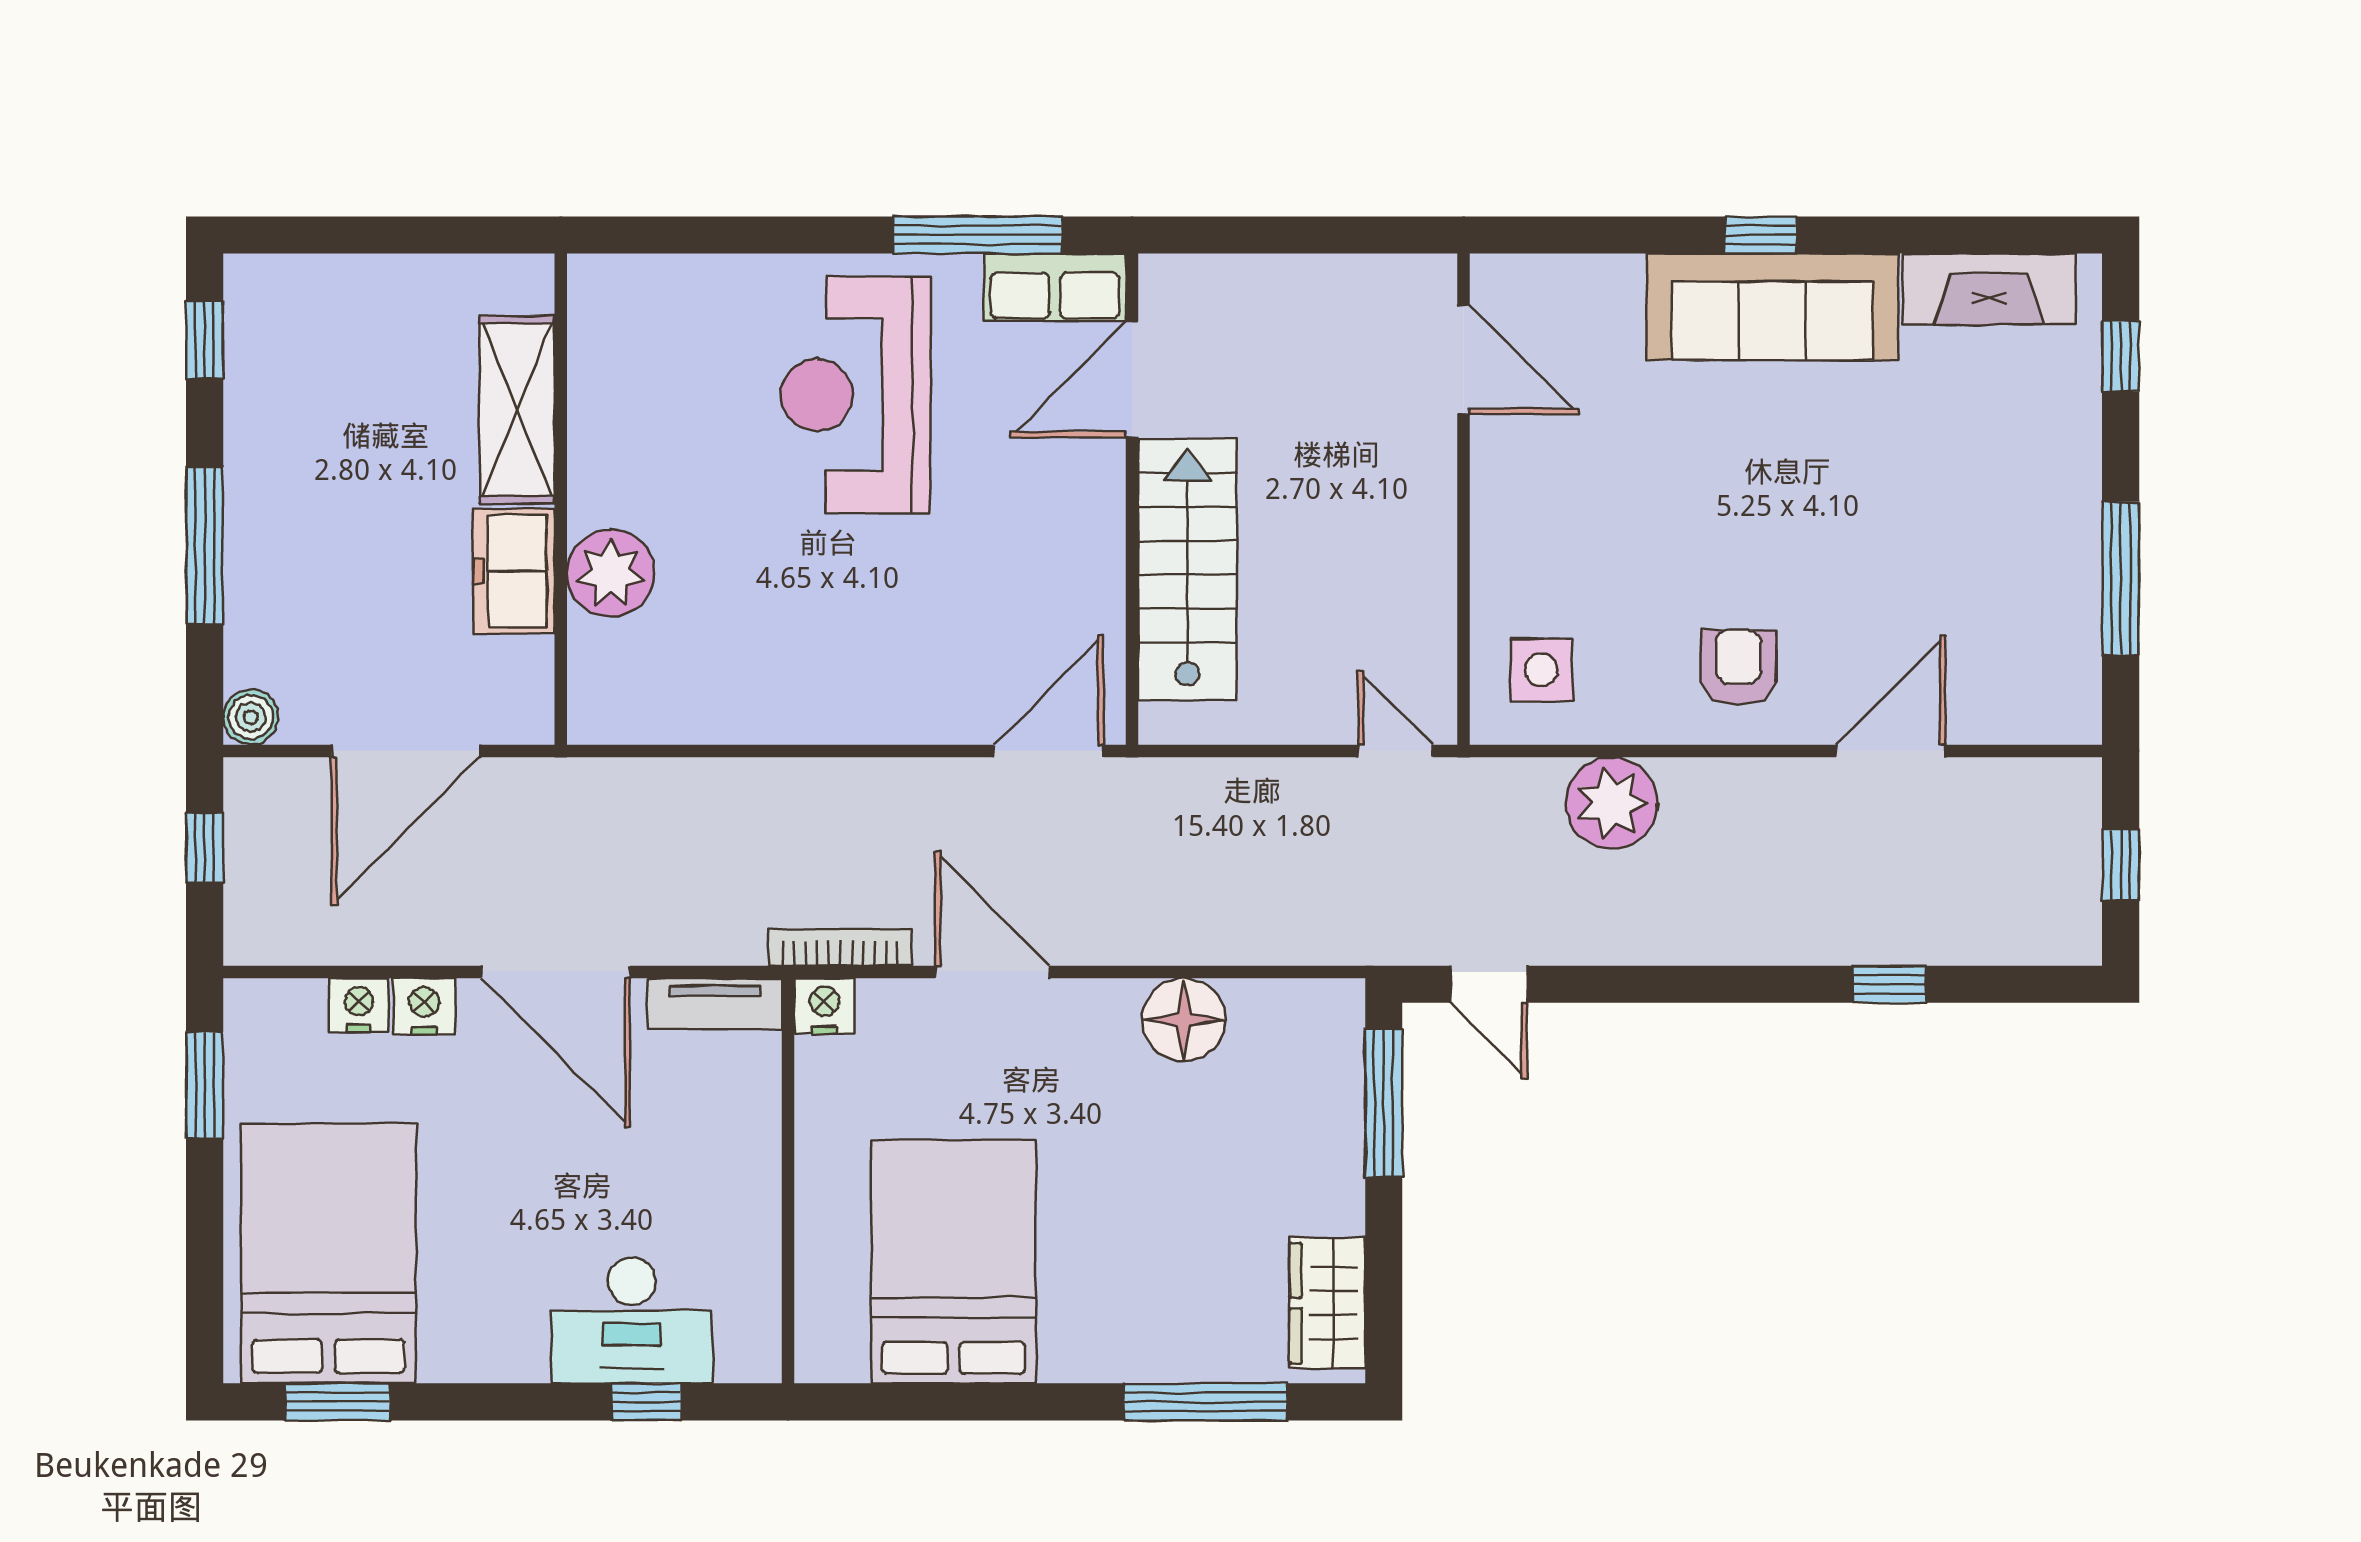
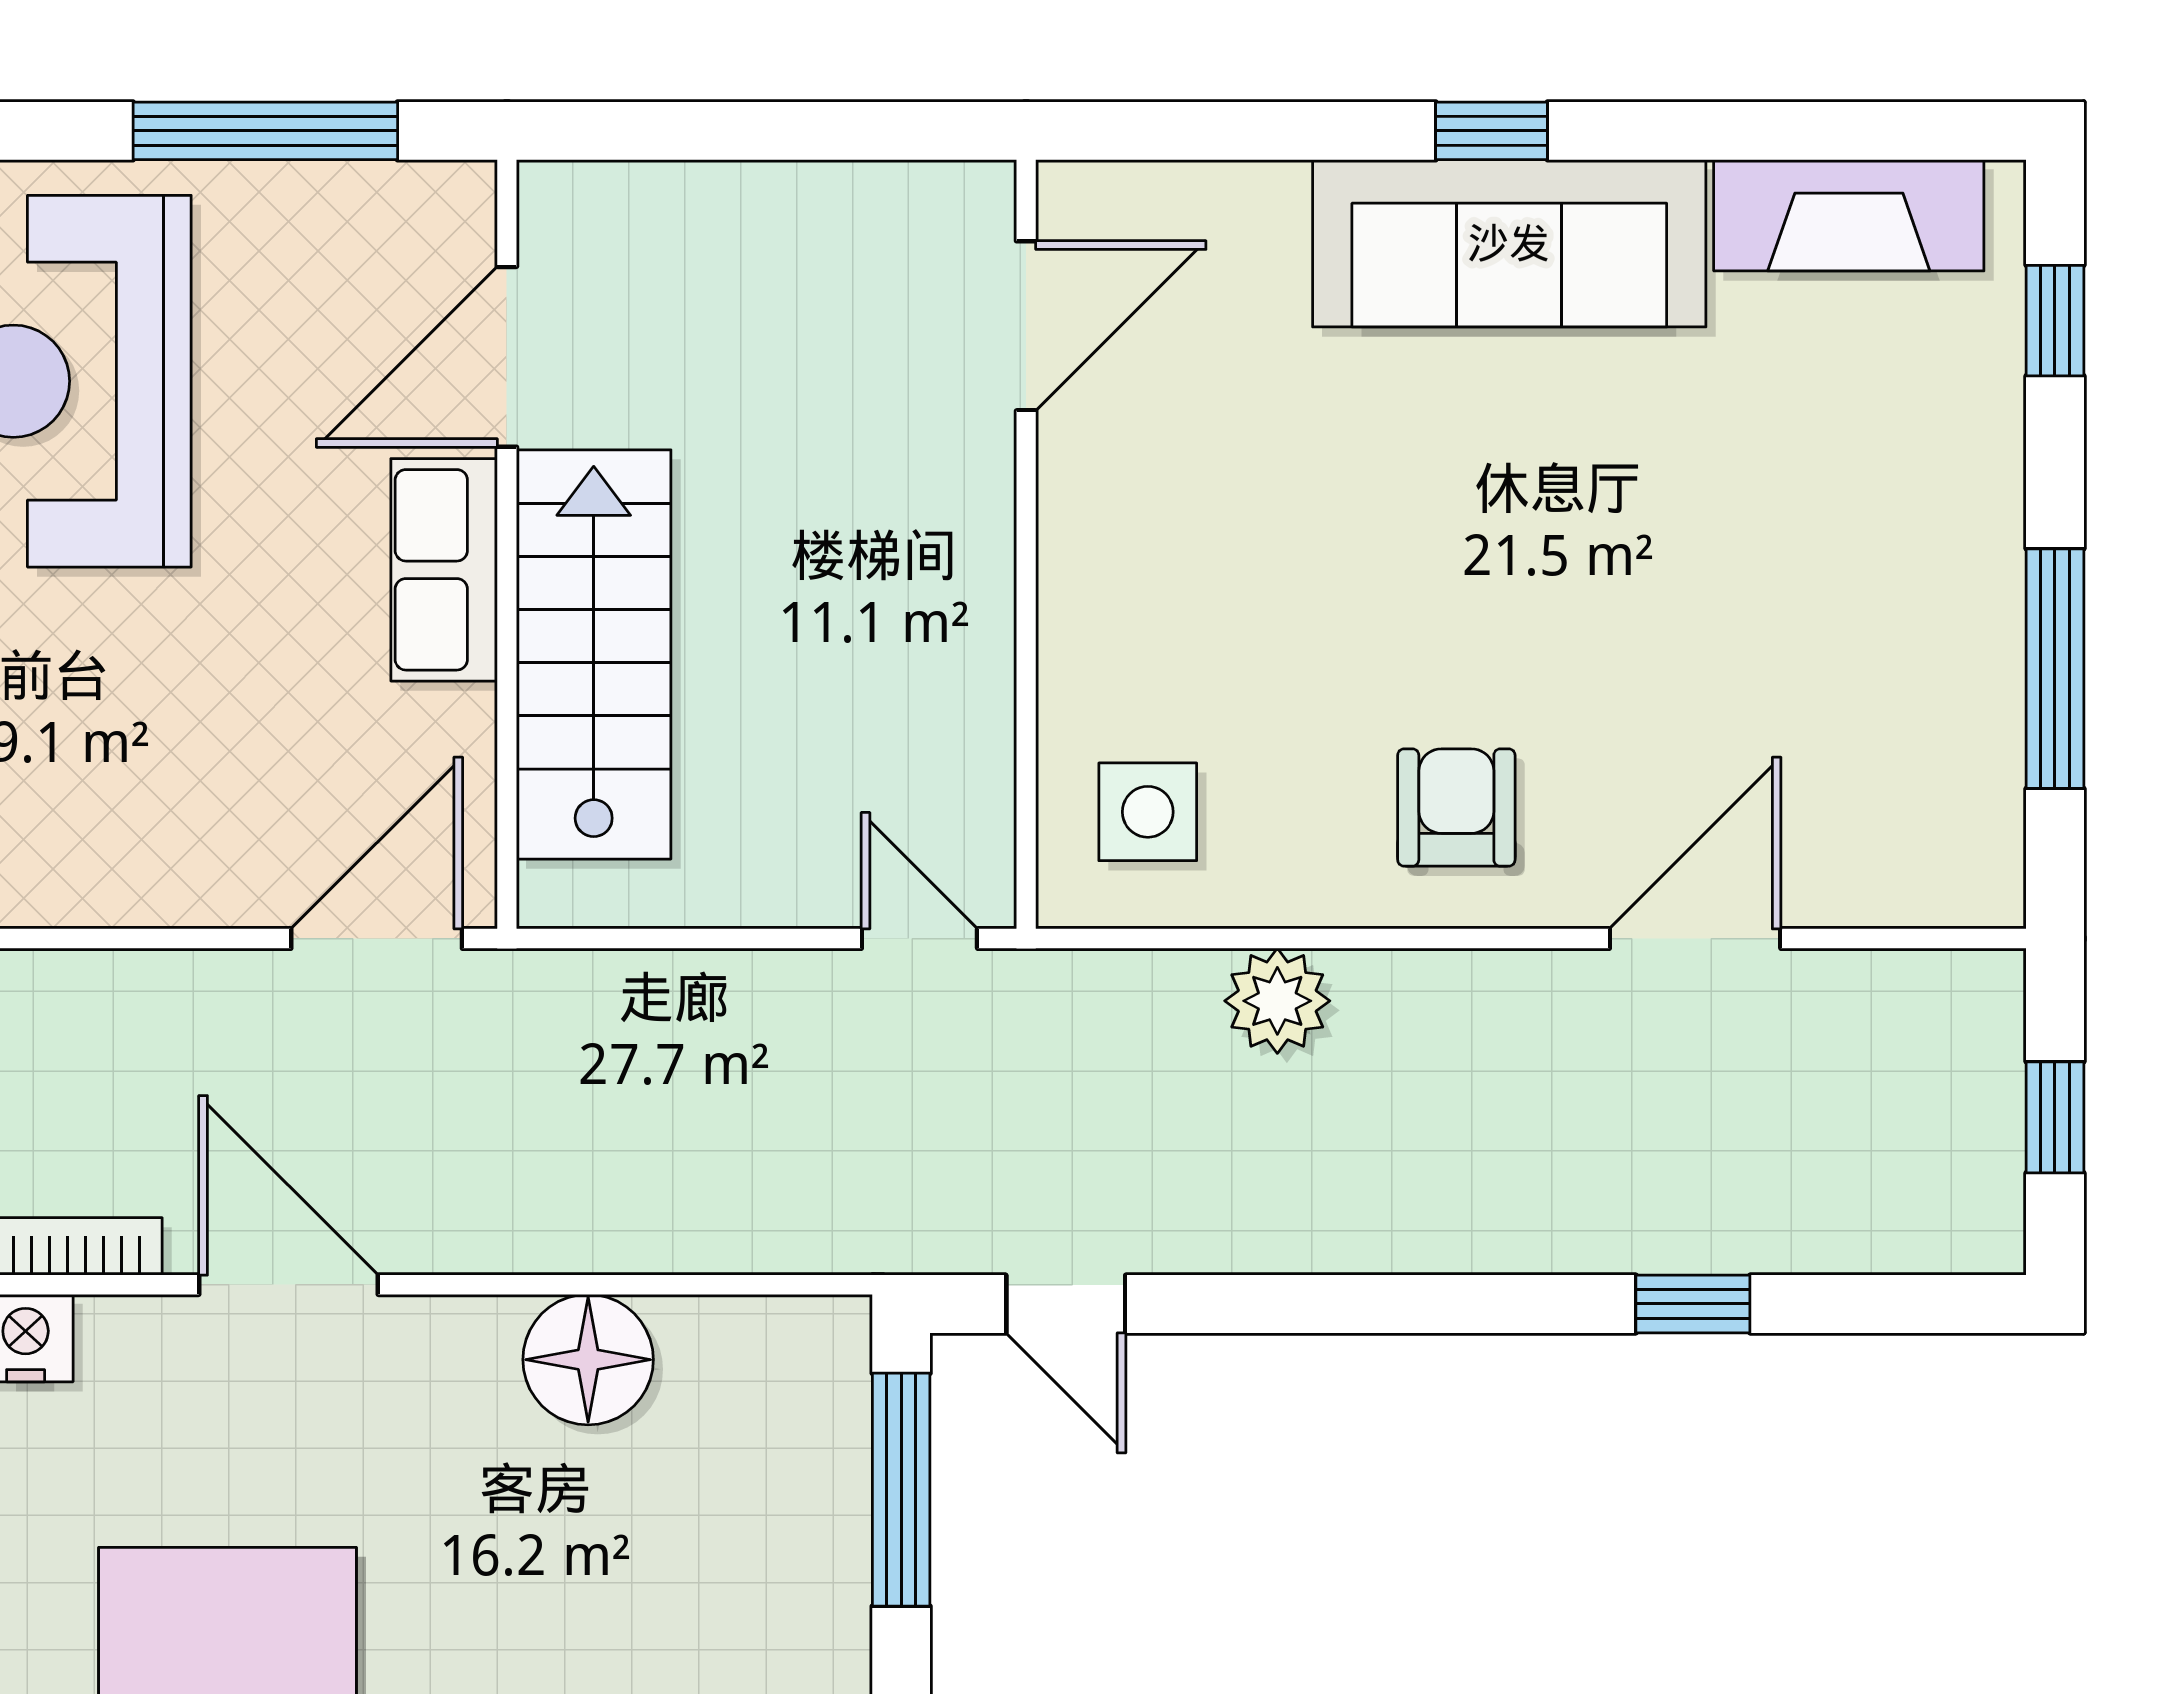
row of seats: (1055, 287) -> (444, 570), moved, turned 90
door: (1464, 360) -> (1026, 326), hinge flipped
plant: (1612, 803) -> (1277, 1001), width x0.73, depth x0.73

